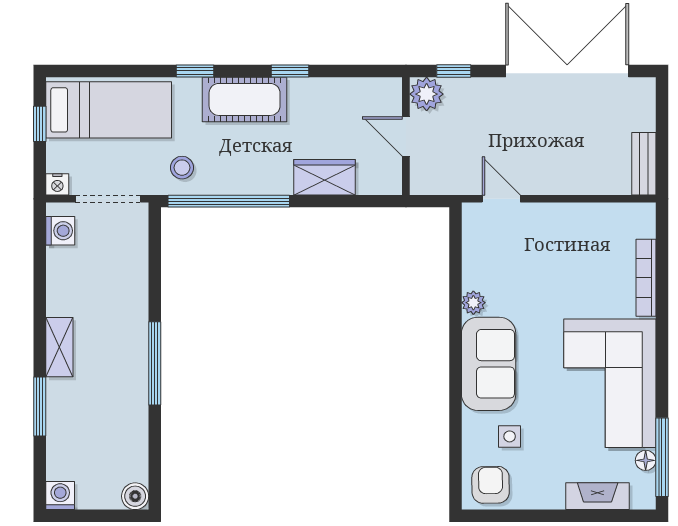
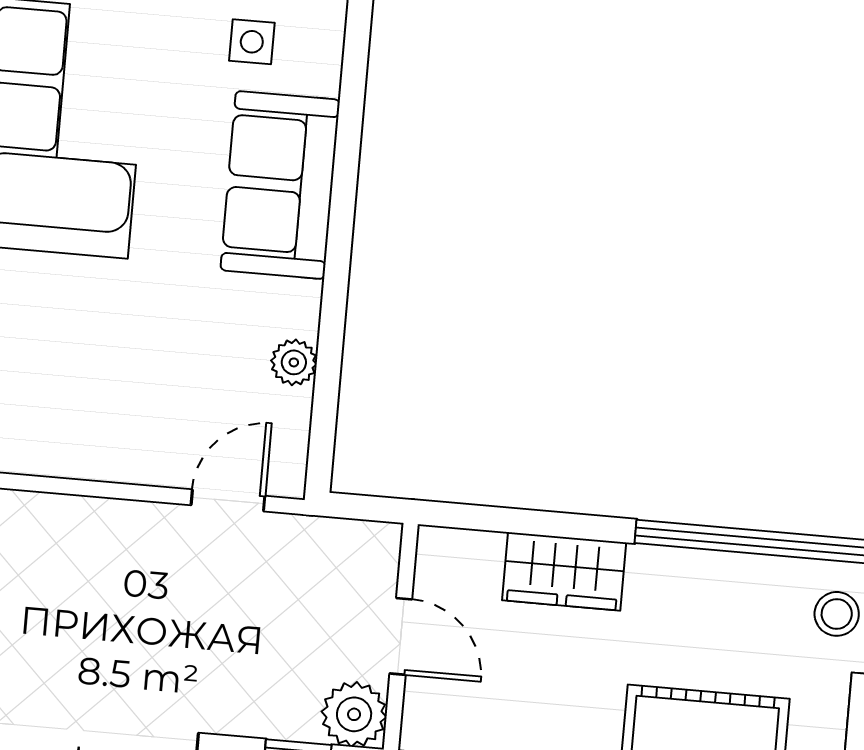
door: (501, 199) -> (228, 500), swing flipped
plant: (473, 303) -> (294, 362), moved

